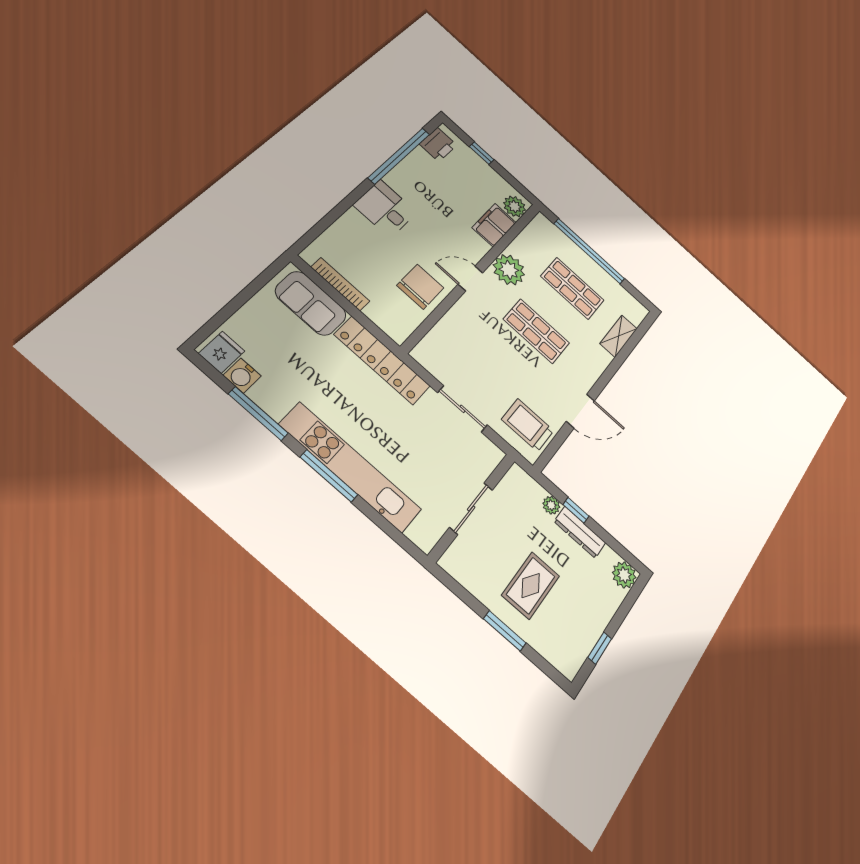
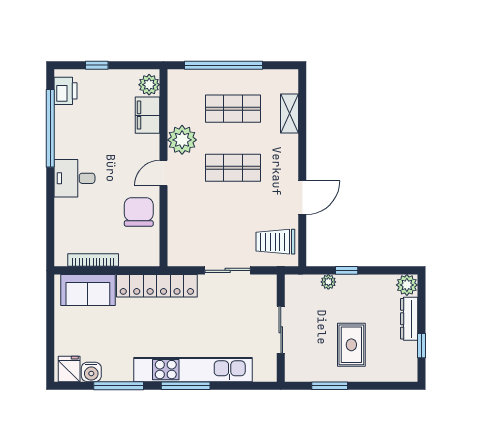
dresser: (580, 532) -> (409, 319), moved, turned 90
window: (505, 631) -> (330, 386), moved

